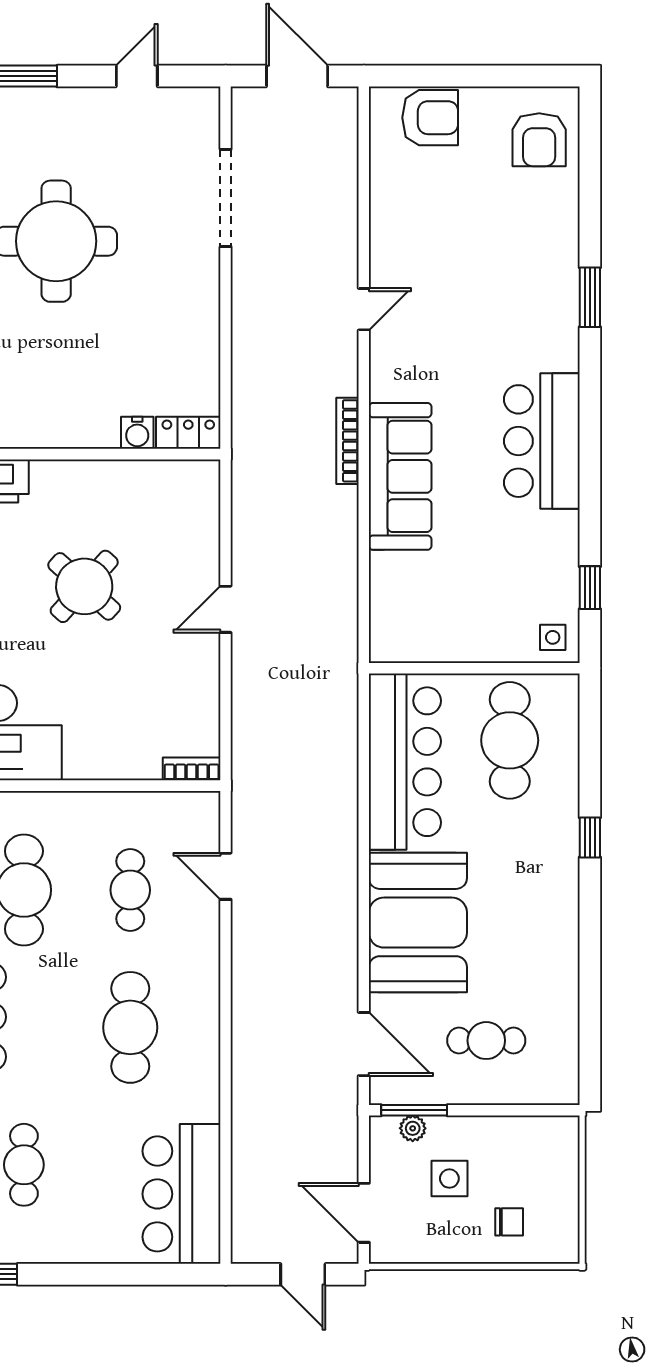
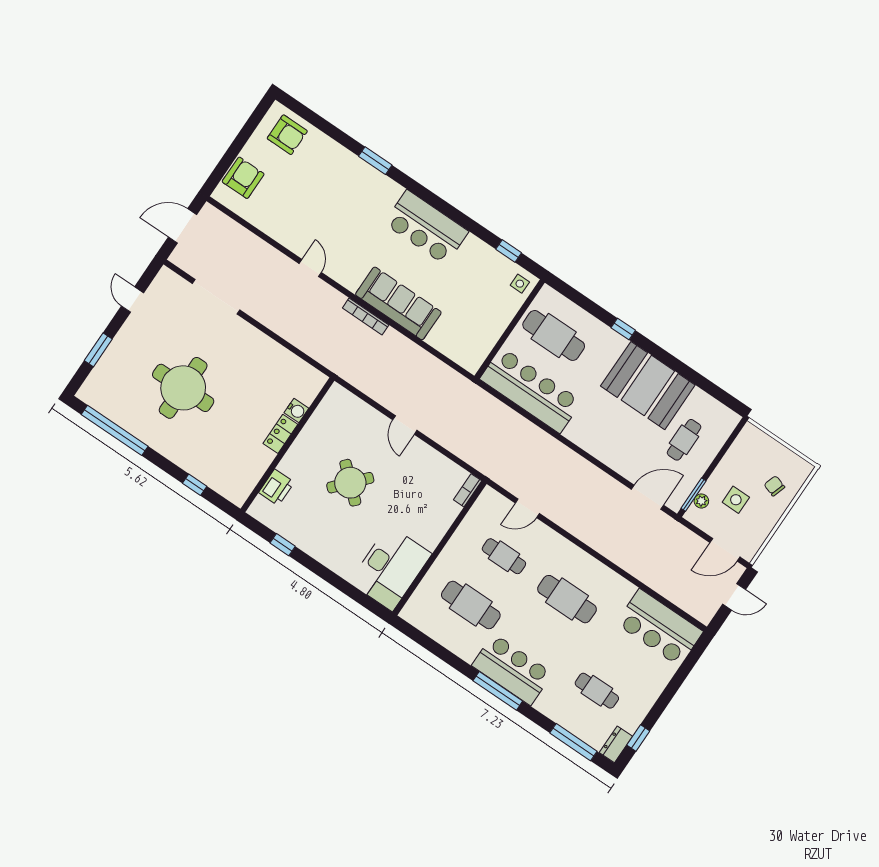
locker: (188, 433) -> (280, 434), moved
booth: (418, 923) -> (648, 386), moved
chair: (509, 1222) -> (774, 486), turned -72

